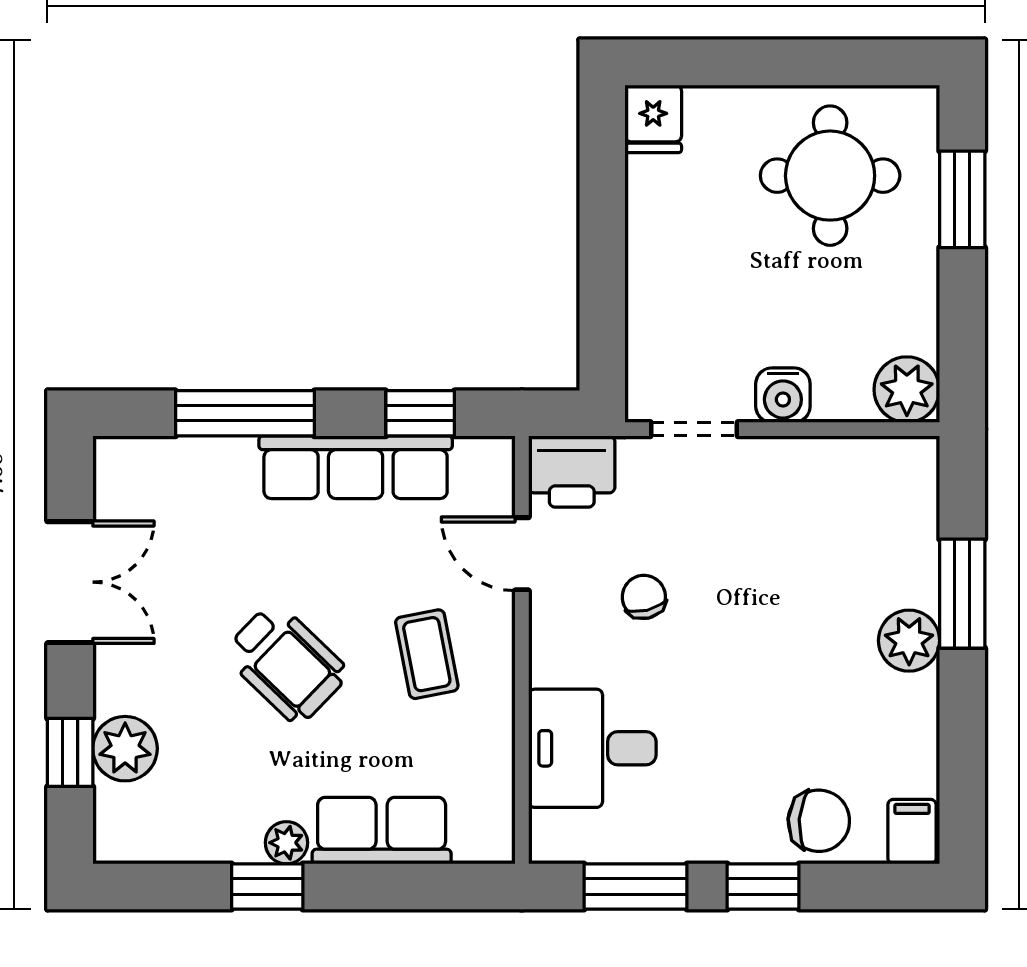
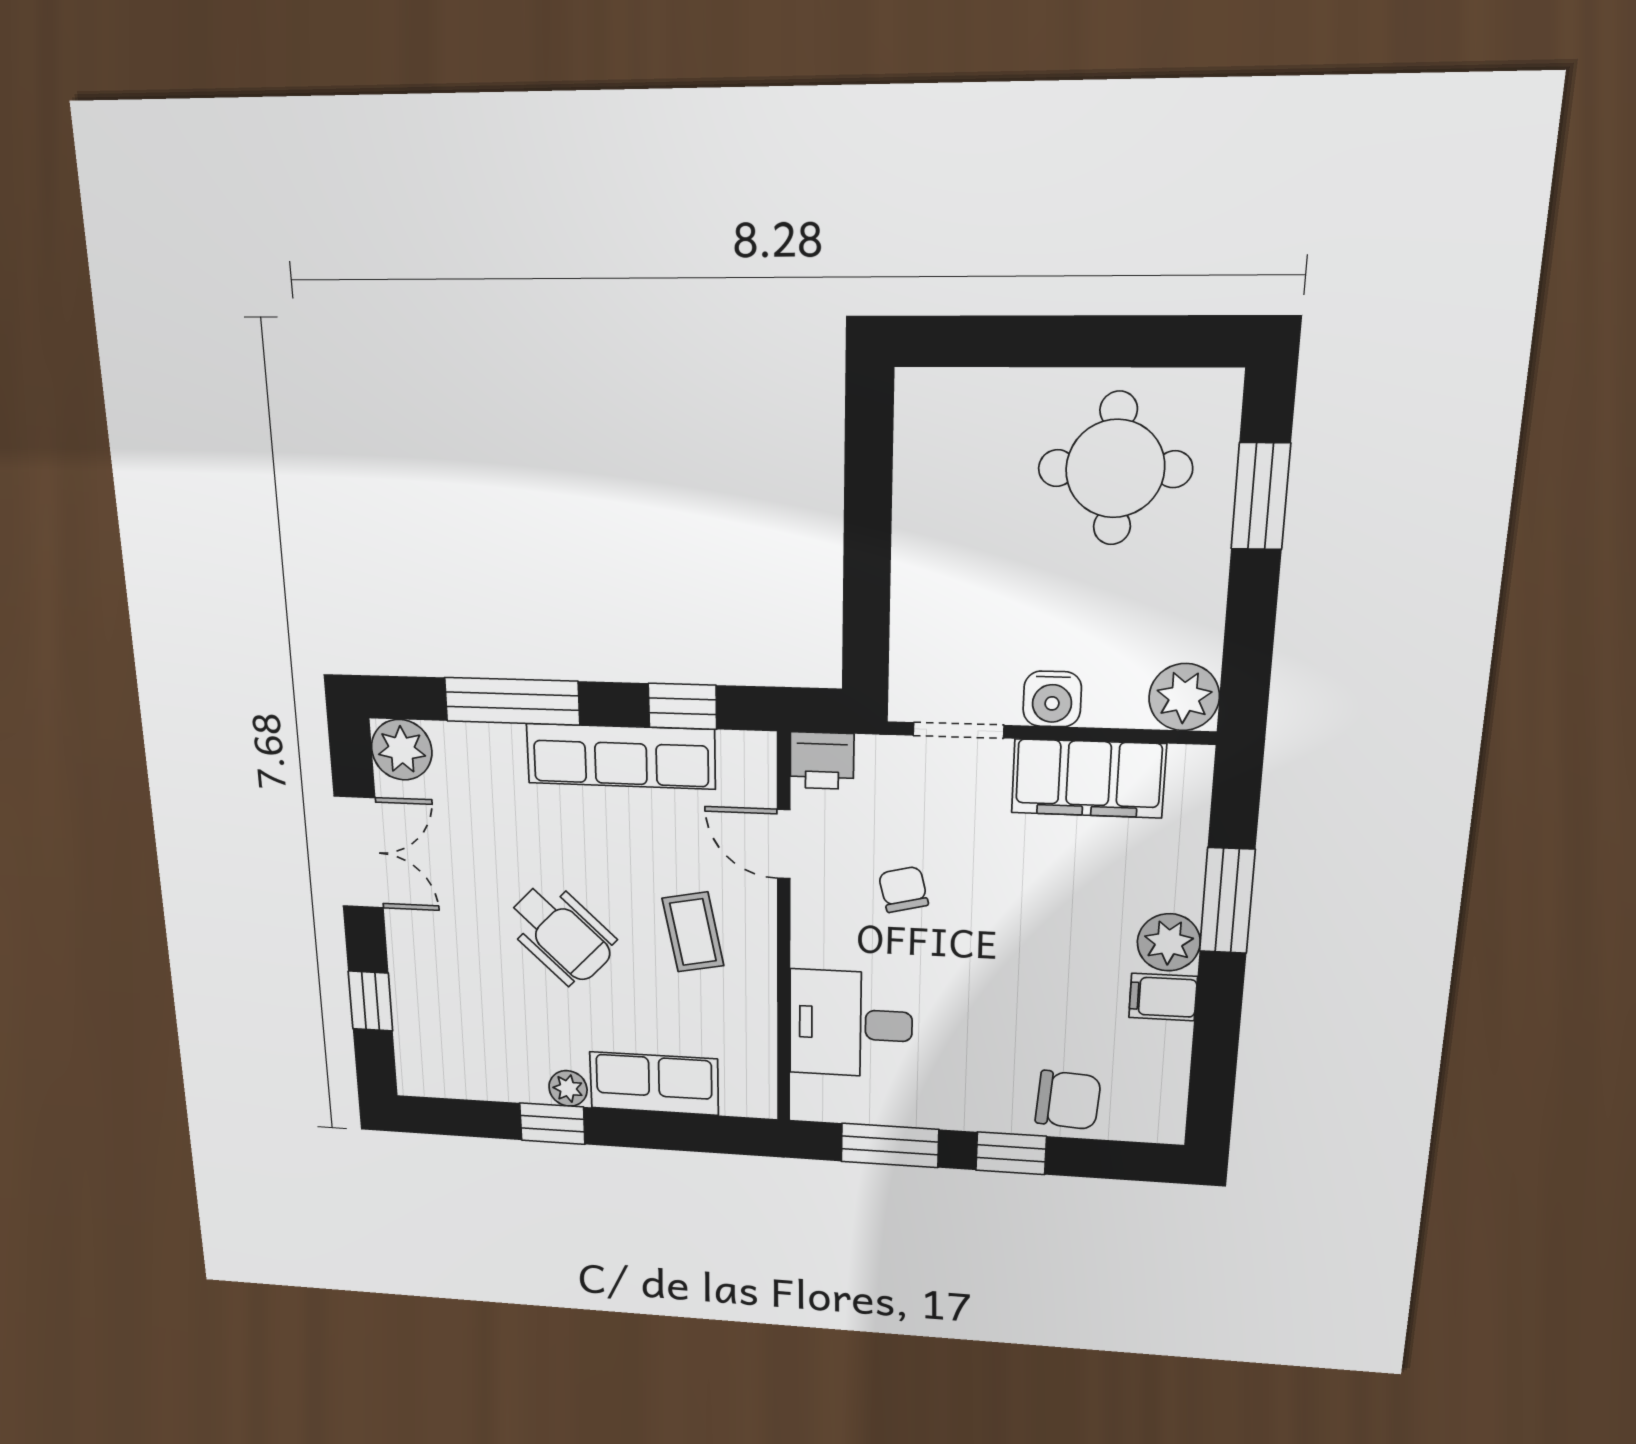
fridge: (653, 119) -> (924, 404), removed
printer: (572, 472) -> (822, 761), width x0.73, depth x0.81
filing cabinet: (821, 474) -> (1088, 778), added
plant: (125, 749) -> (402, 750), moved
filing cabinet: (912, 832) -> (1163, 997), moved, turned -90

